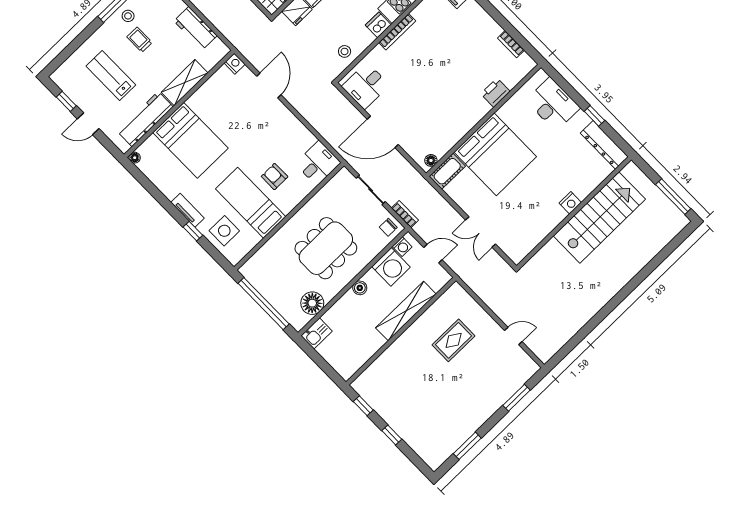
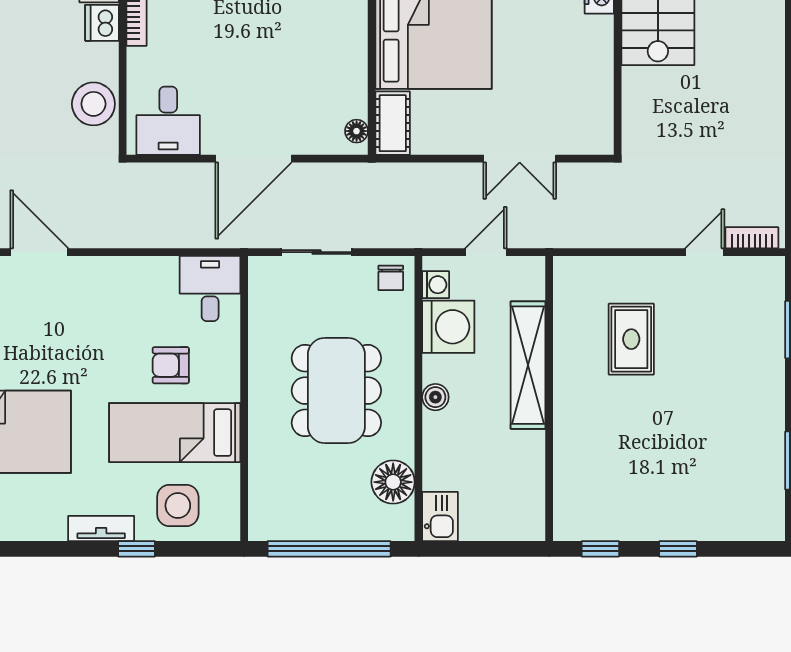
stool: (345, 51) -> (93, 104), width x1.89, depth x1.89
bookcase: (405, 214) -> (752, 238), moved

